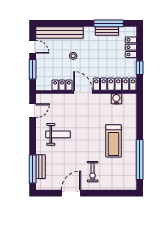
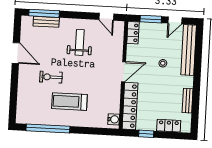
window: (109, 23) -> (196, 103), removed
locker: (62, 85) -> (133, 33), moved
water cooler: (116, 99) -> (114, 119), moved
weight bench: (58, 134) -> (80, 42), turned 180
exercise bike: (93, 172) -> (51, 77), moved

